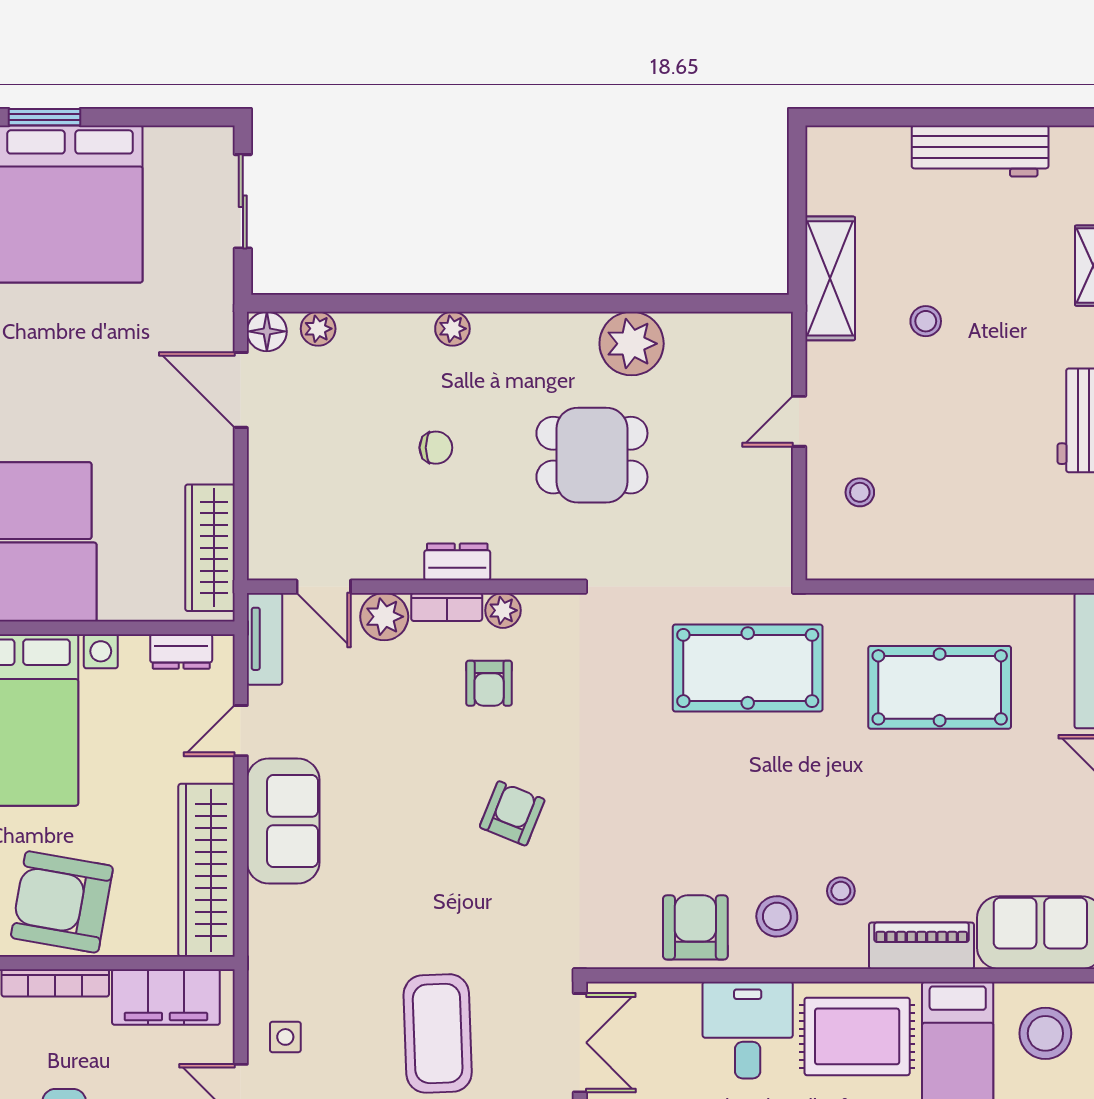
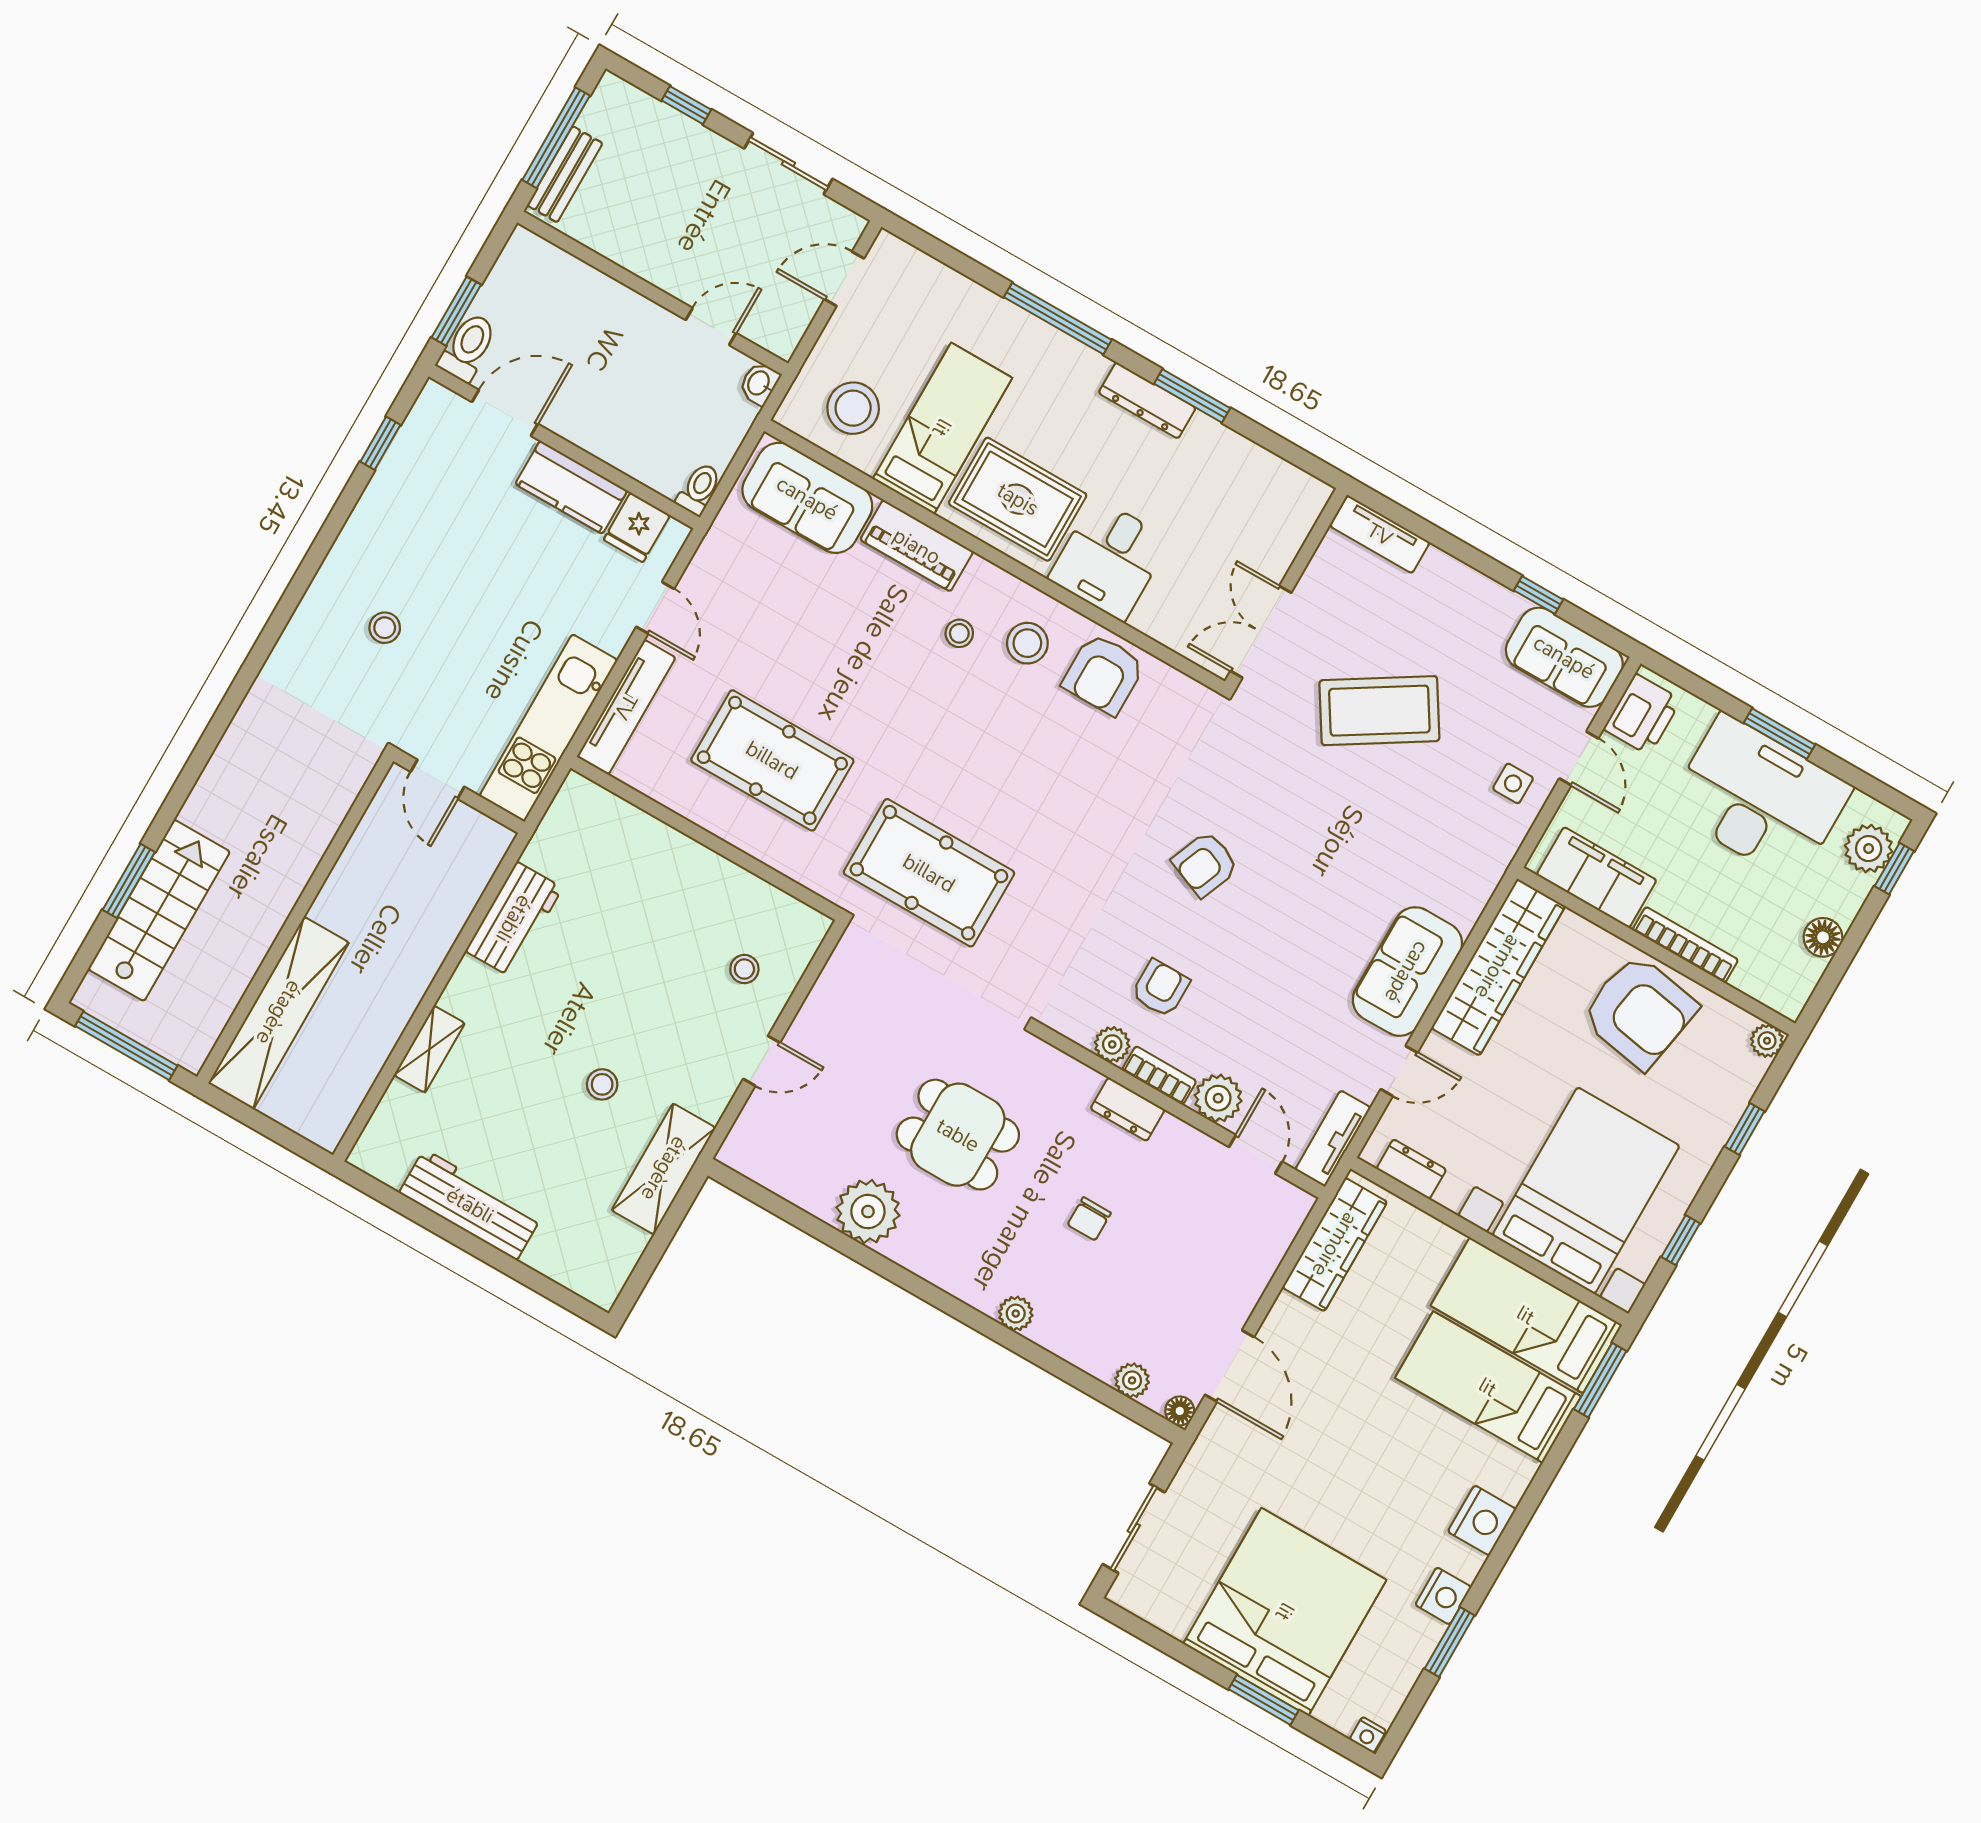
floor lamp: (267, 331) -> (1180, 1411), width x0.73, depth x0.73
chair: (436, 448) -> (1089, 1219), turned -90
coffee table: (438, 1033) -> (1379, 711), turned 60

